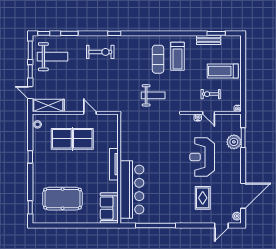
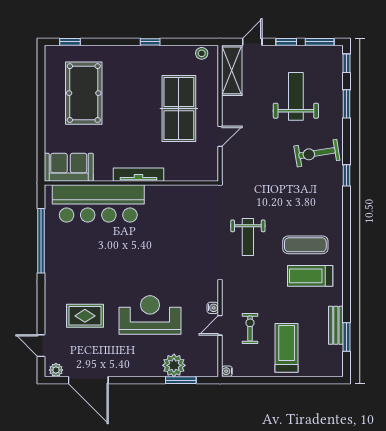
exercise bike: (100, 52) -> (317, 153), turned 81
weight bench: (52, 57) -> (296, 96), moved, turned 180

